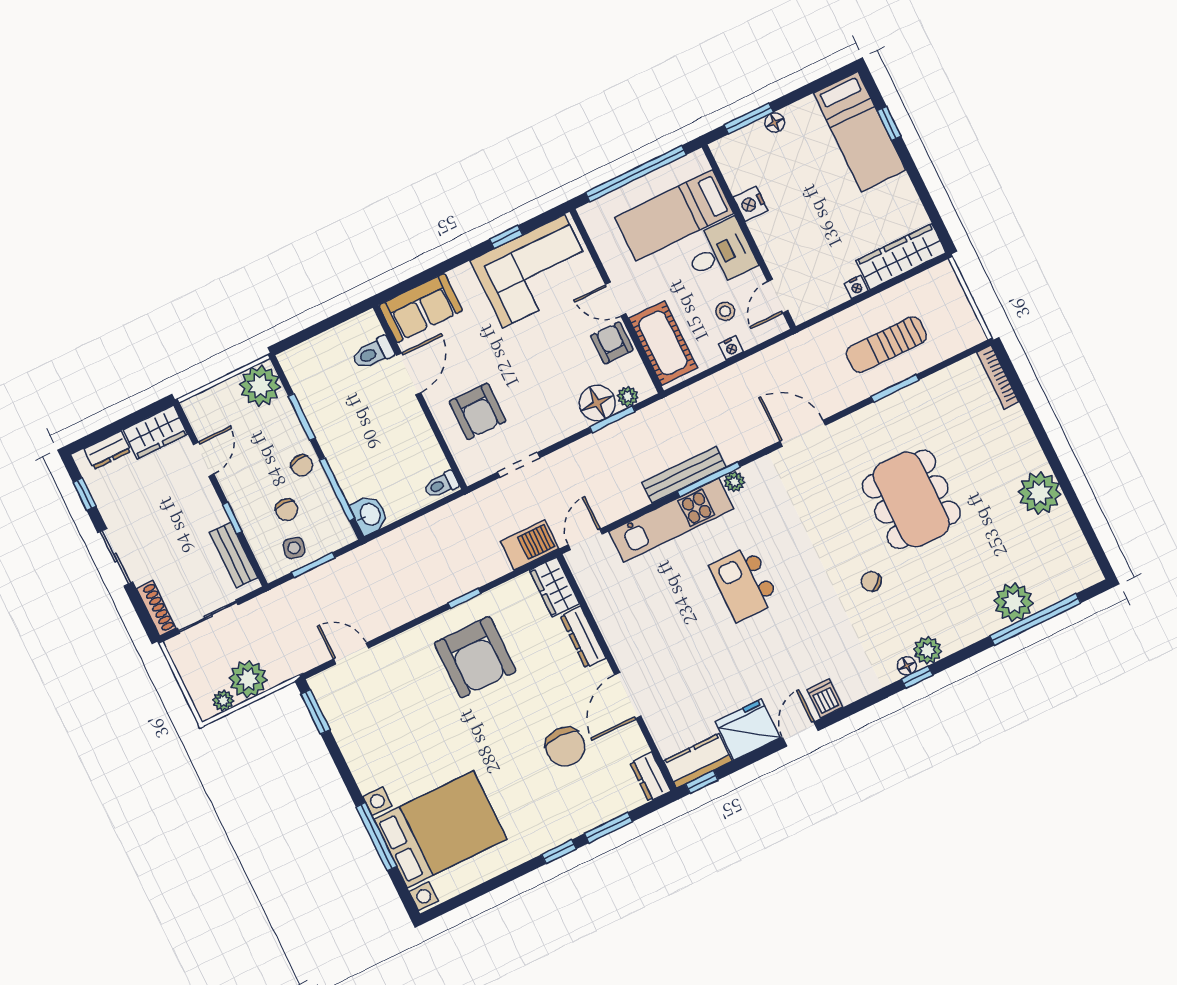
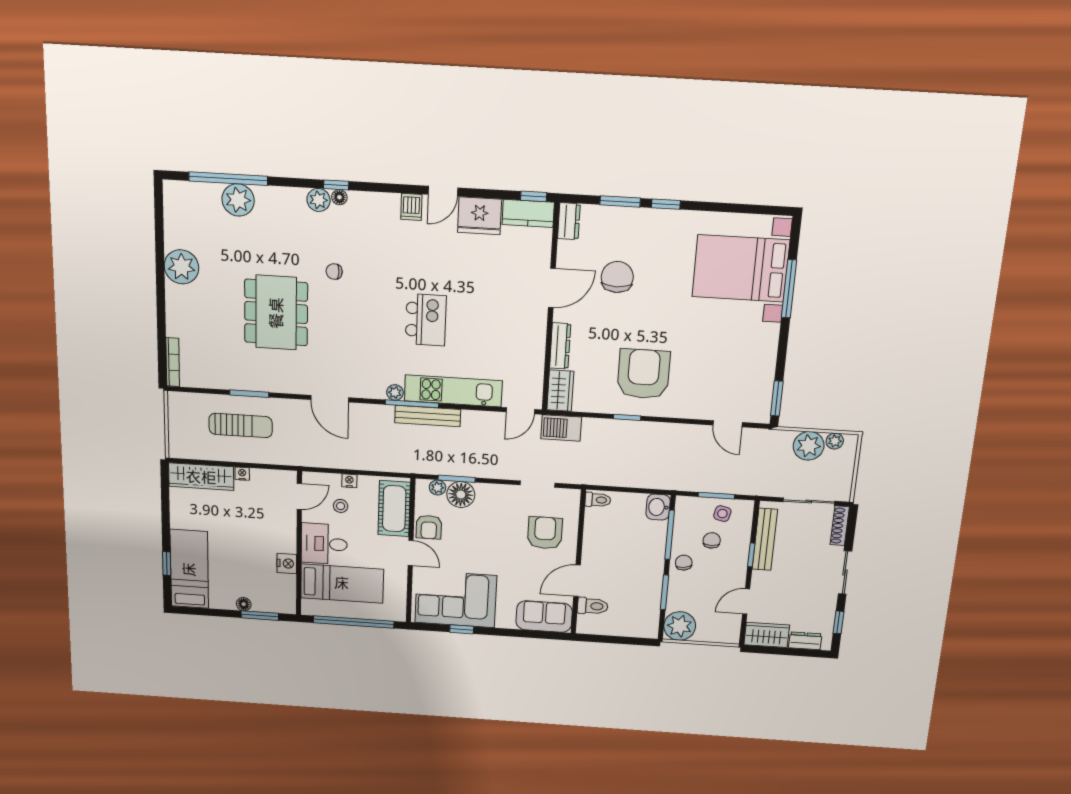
bench: (234, 555) -> (765, 539), width x1.36
chair: (871, 581) -> (334, 271), turned 135

